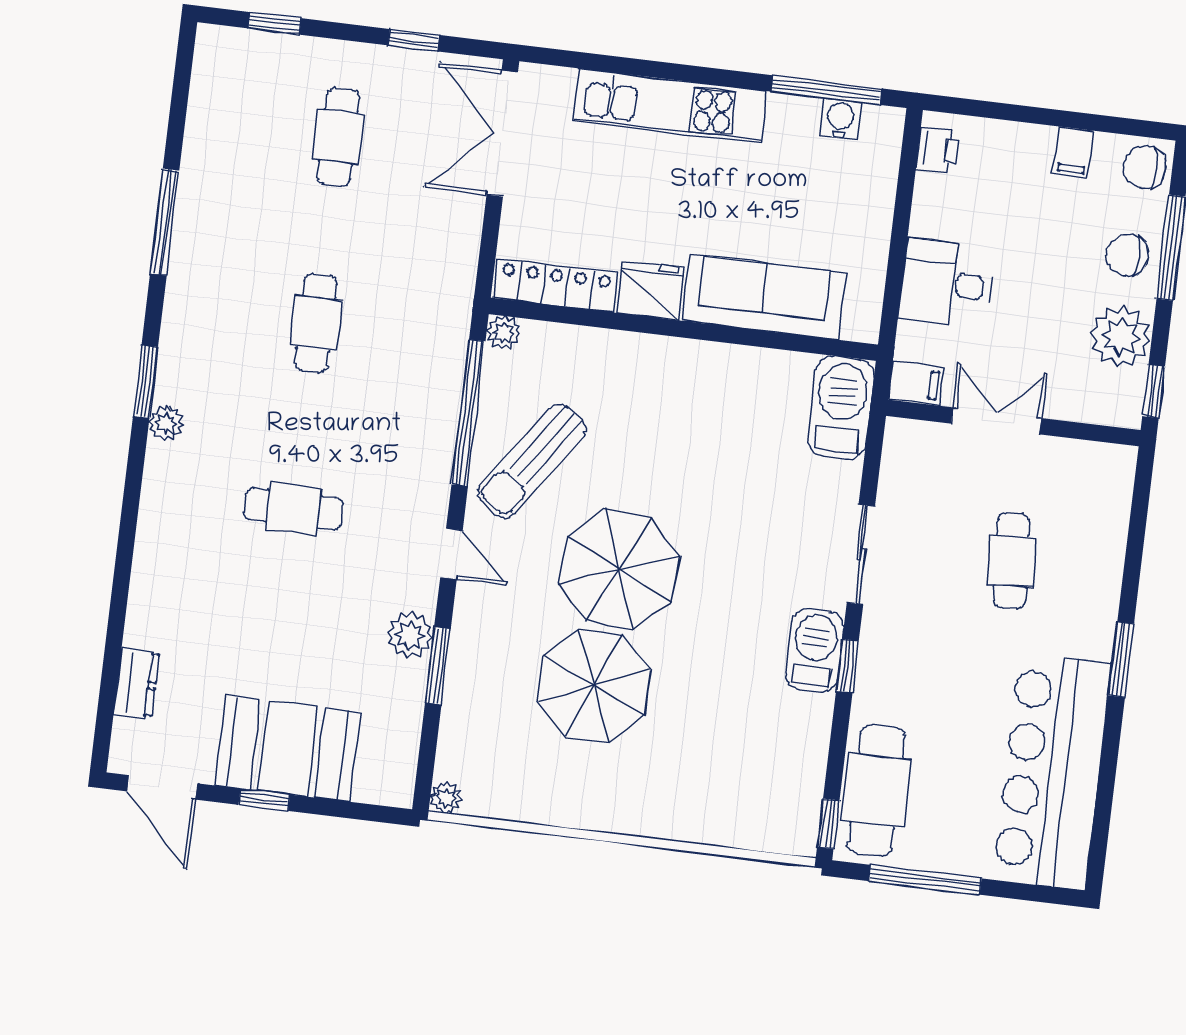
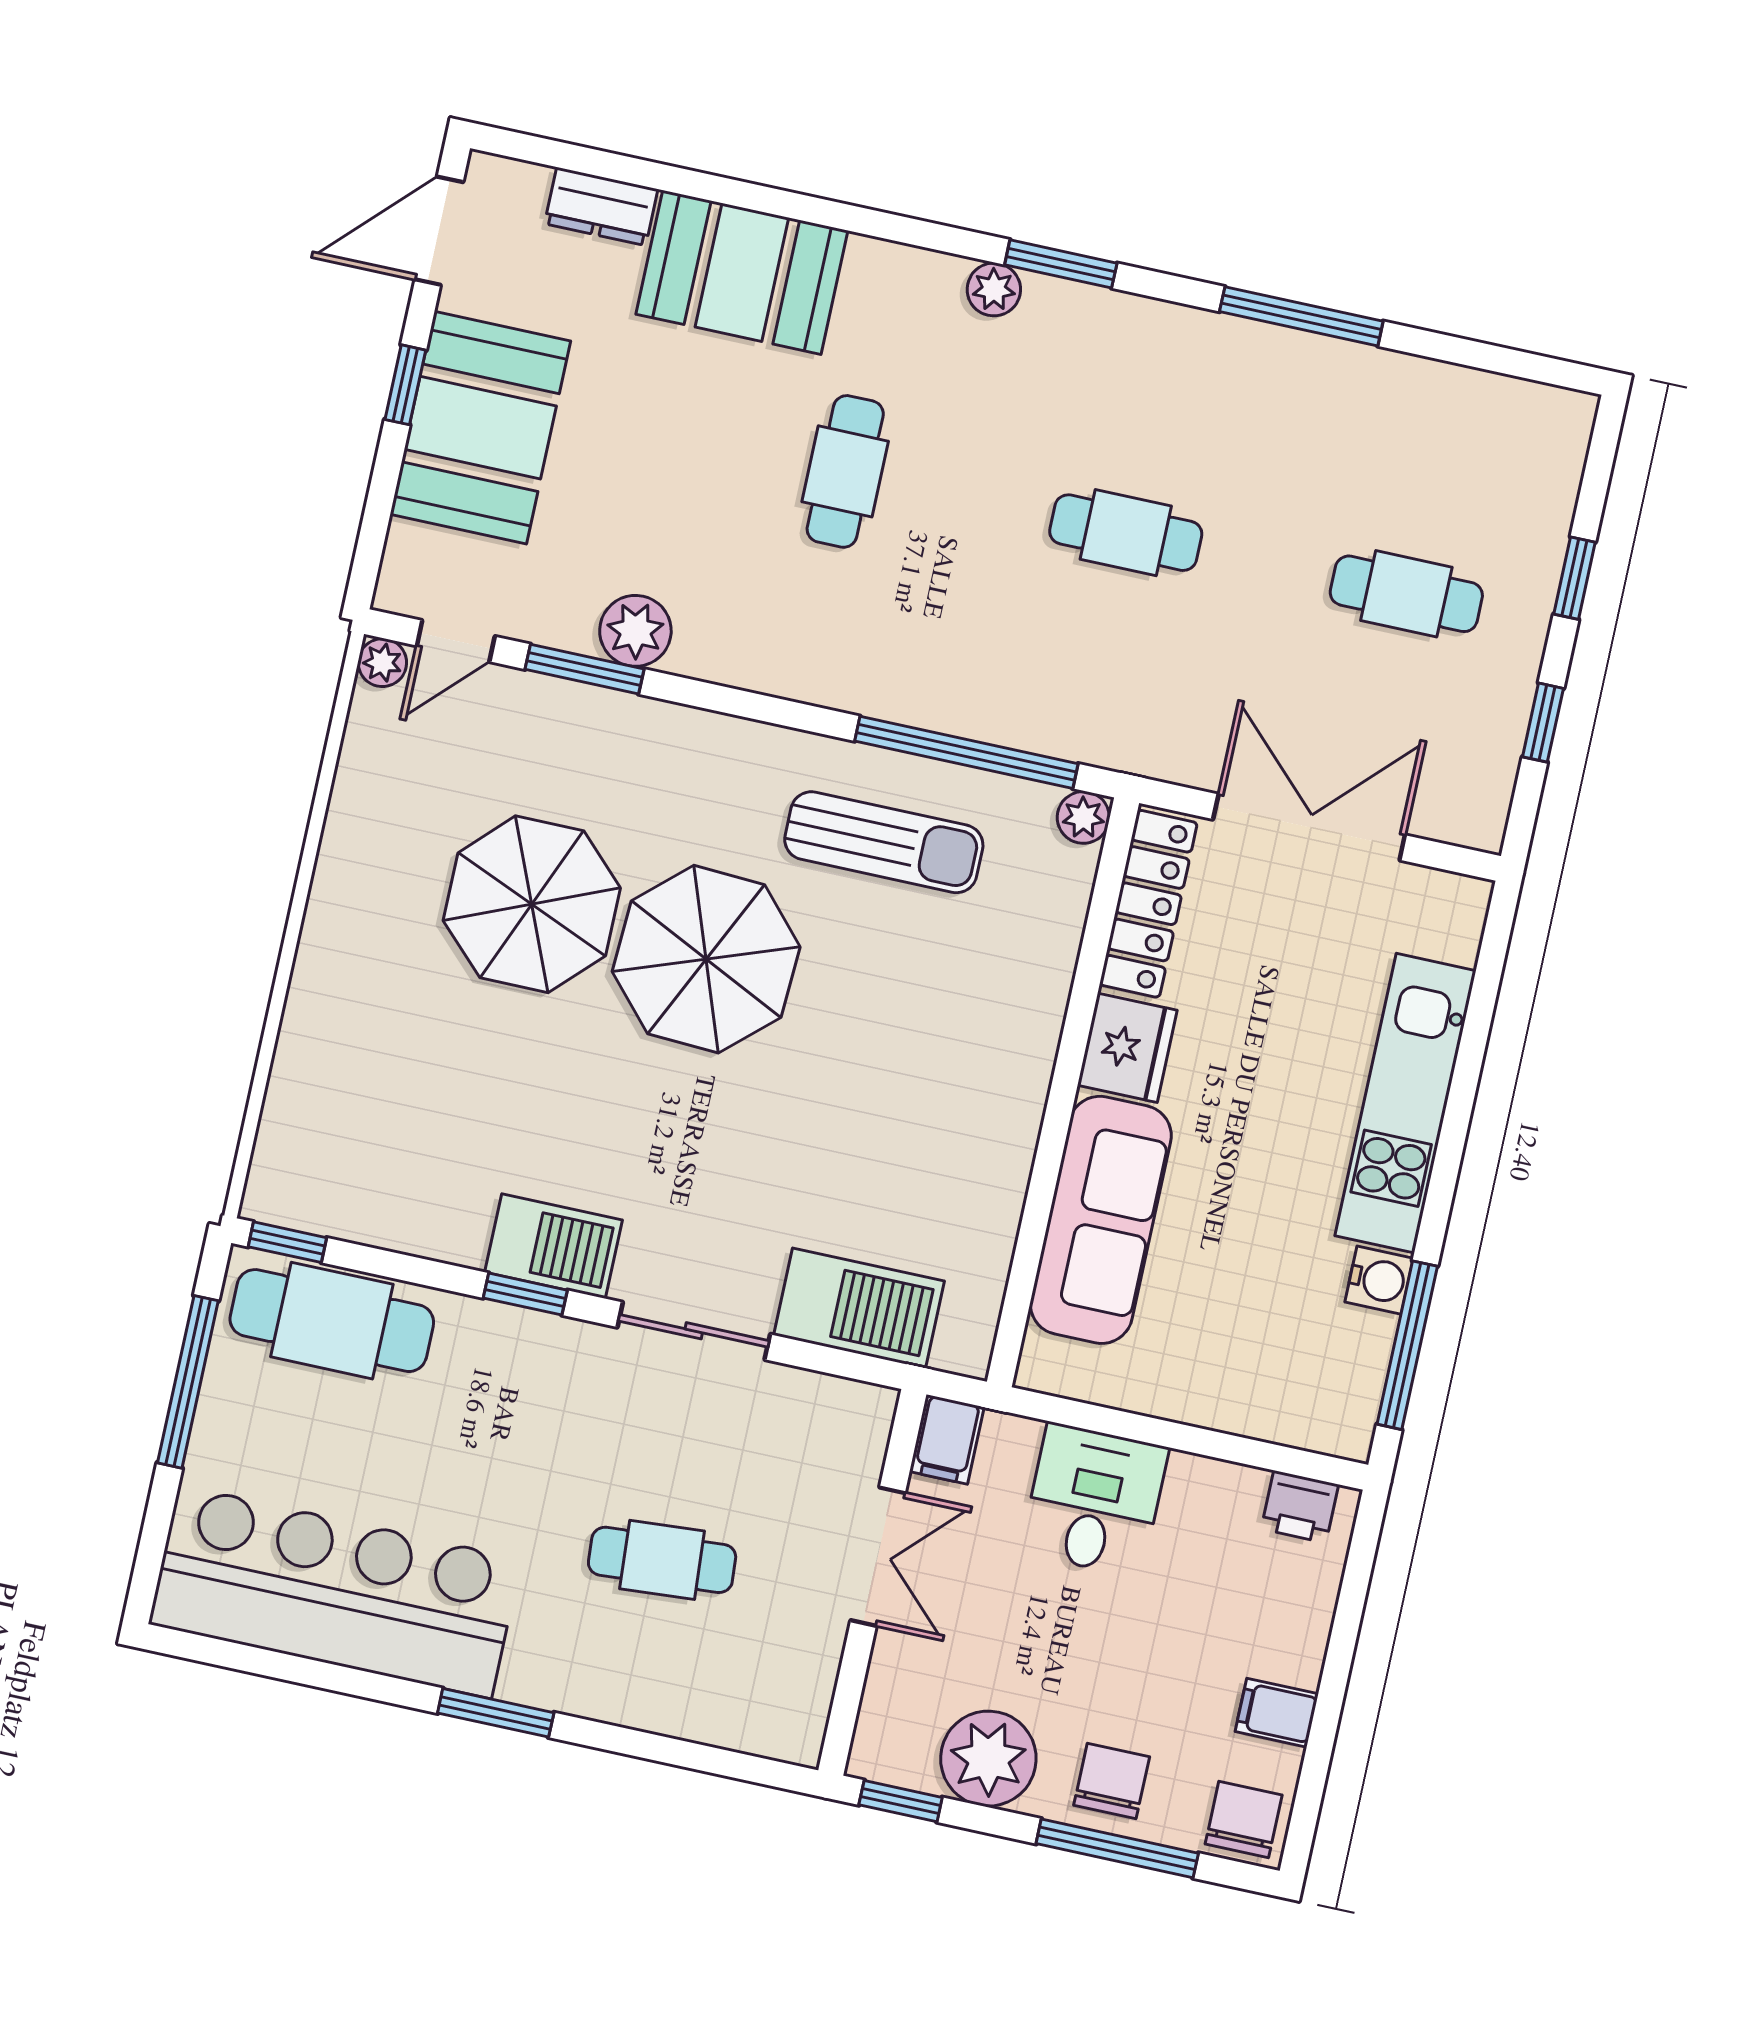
window: (274, 23) -> (1574, 578), moved
water cooler: (840, 119) -> (1379, 1280), moved
double door: (502, 133) -> (1309, 827), moved
barbecue: (841, 408) -> (859, 1308), moved
sun lounger: (532, 461) -> (884, 842), turned 145
door: (451, 554) -> (456, 641), moved
booth: (170, 588) -> (742, 272), added

